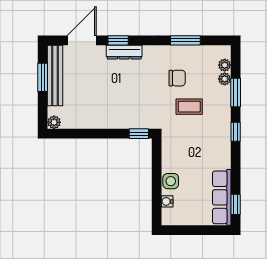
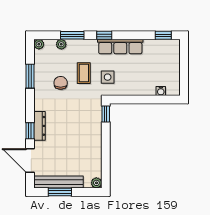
plant: (225, 65) -> (39, 44), moved
side table: (171, 181) -> (108, 77), moved
row of seats: (222, 197) -> (120, 47), moved

